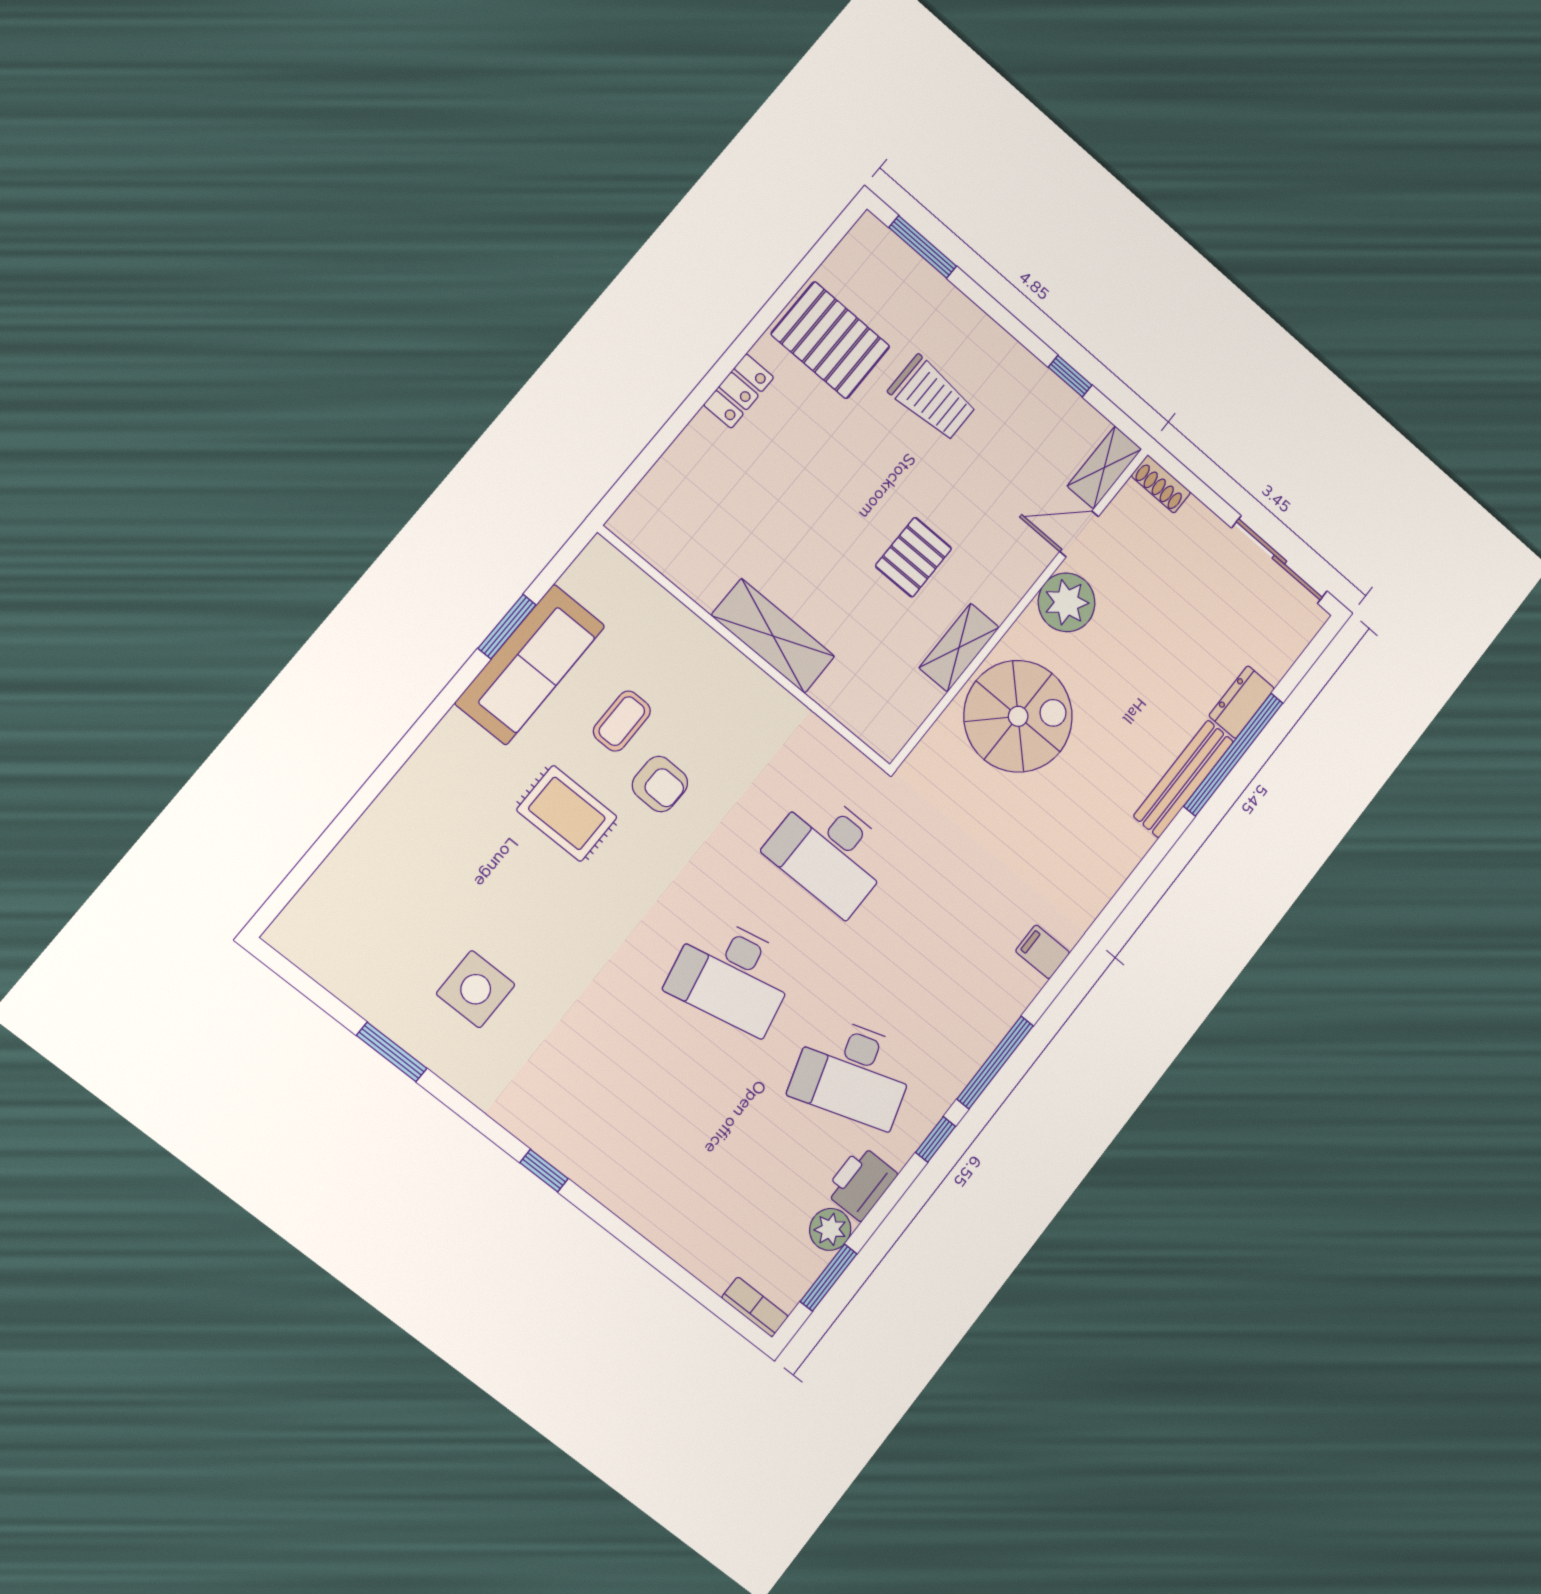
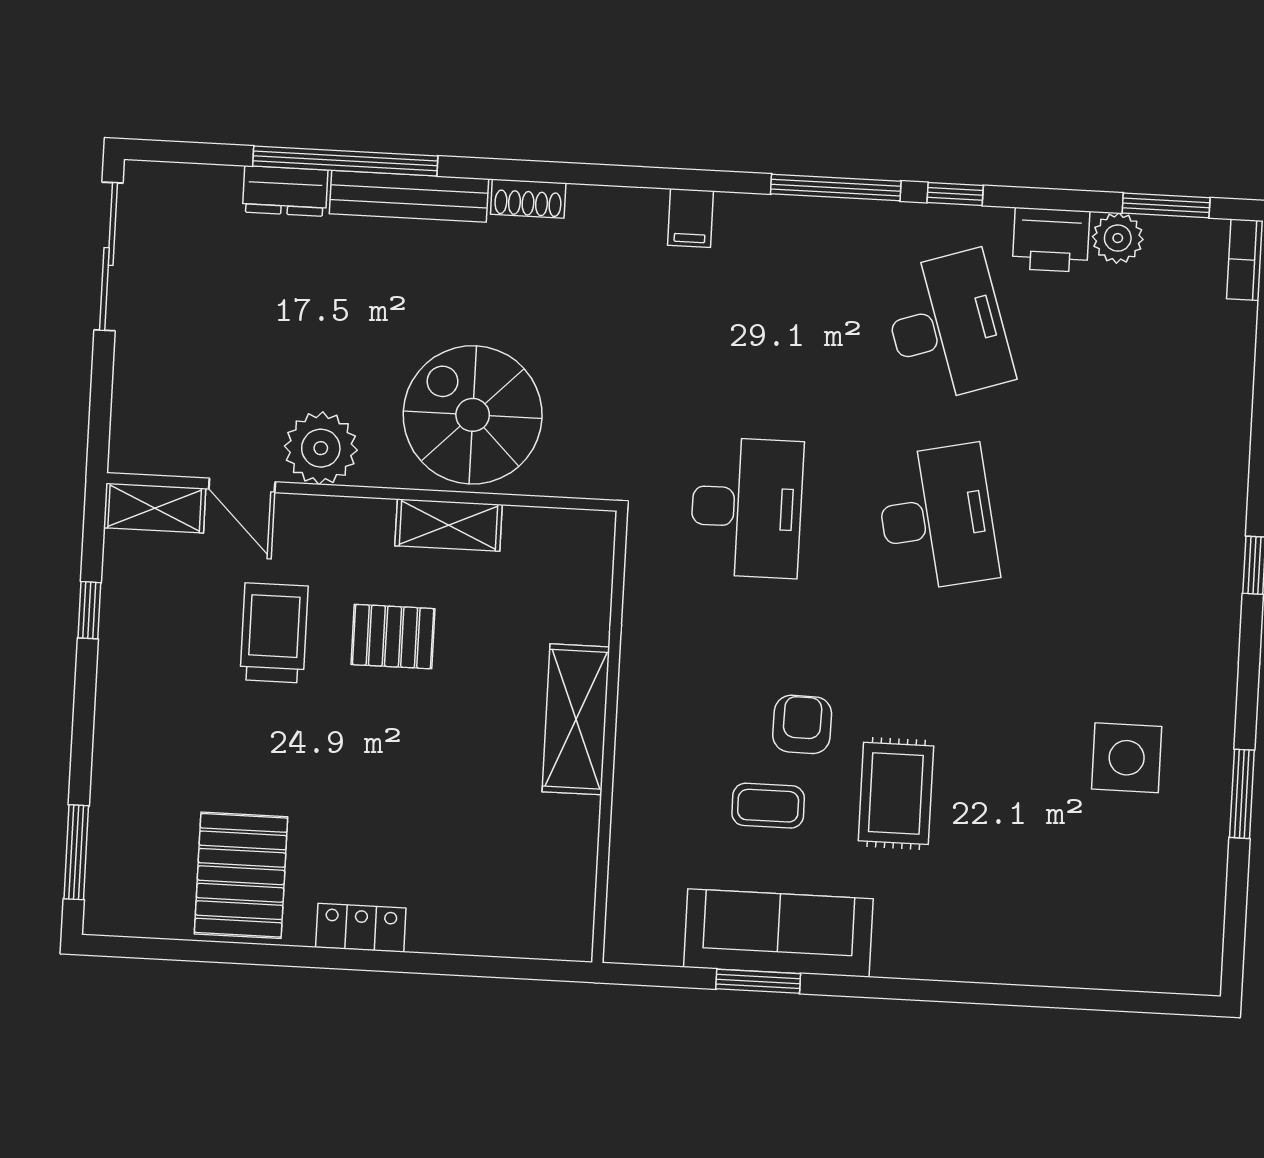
trolley: (932, 398) -> (274, 633), moved
shoe rack: (1161, 484) -> (528, 199), moved, turned 90

